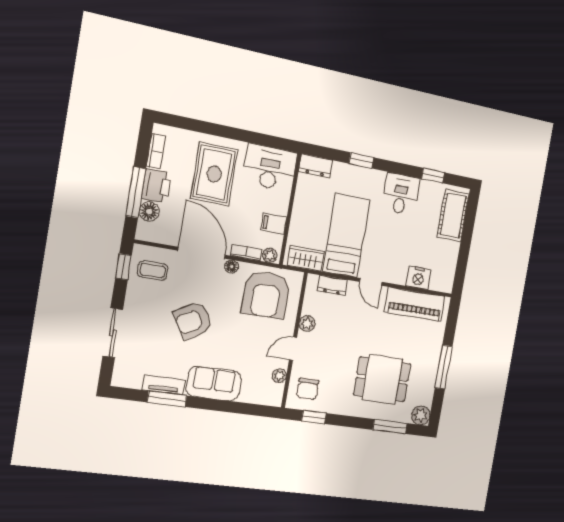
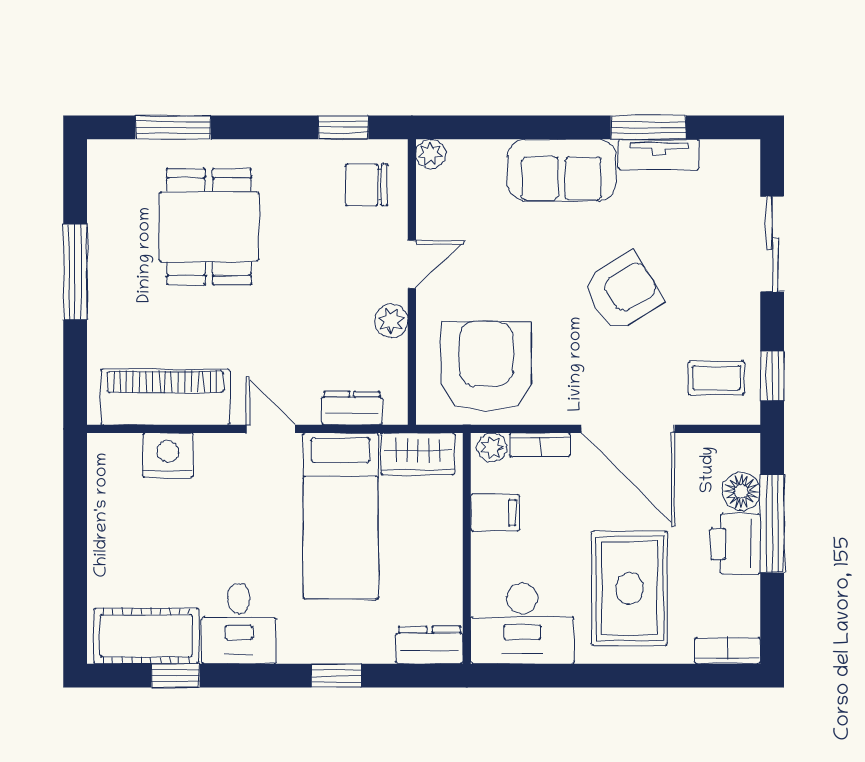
bookcase: (156, 151) -> (728, 651), moved, turned 90
cot: (453, 216) -> (146, 636), moved, turned 90
floor lamp: (232, 267) -> (565, 411), removed
plant: (279, 376) -> (431, 154), moved
dining table: (382, 379) -> (209, 227), turned 90
chair: (308, 389) -> (367, 185), turned -90
plant: (421, 415) -> (108, 160), removed

